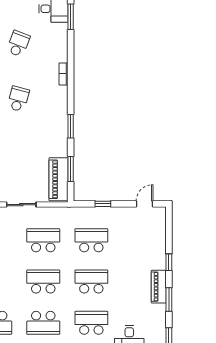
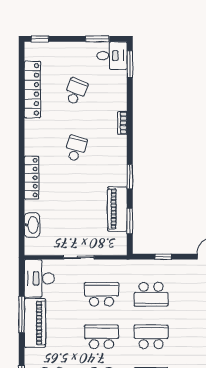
piano: (59, 179) -> (117, 209), moved
school desk: (91, 240) -> (151, 294), turned 180

